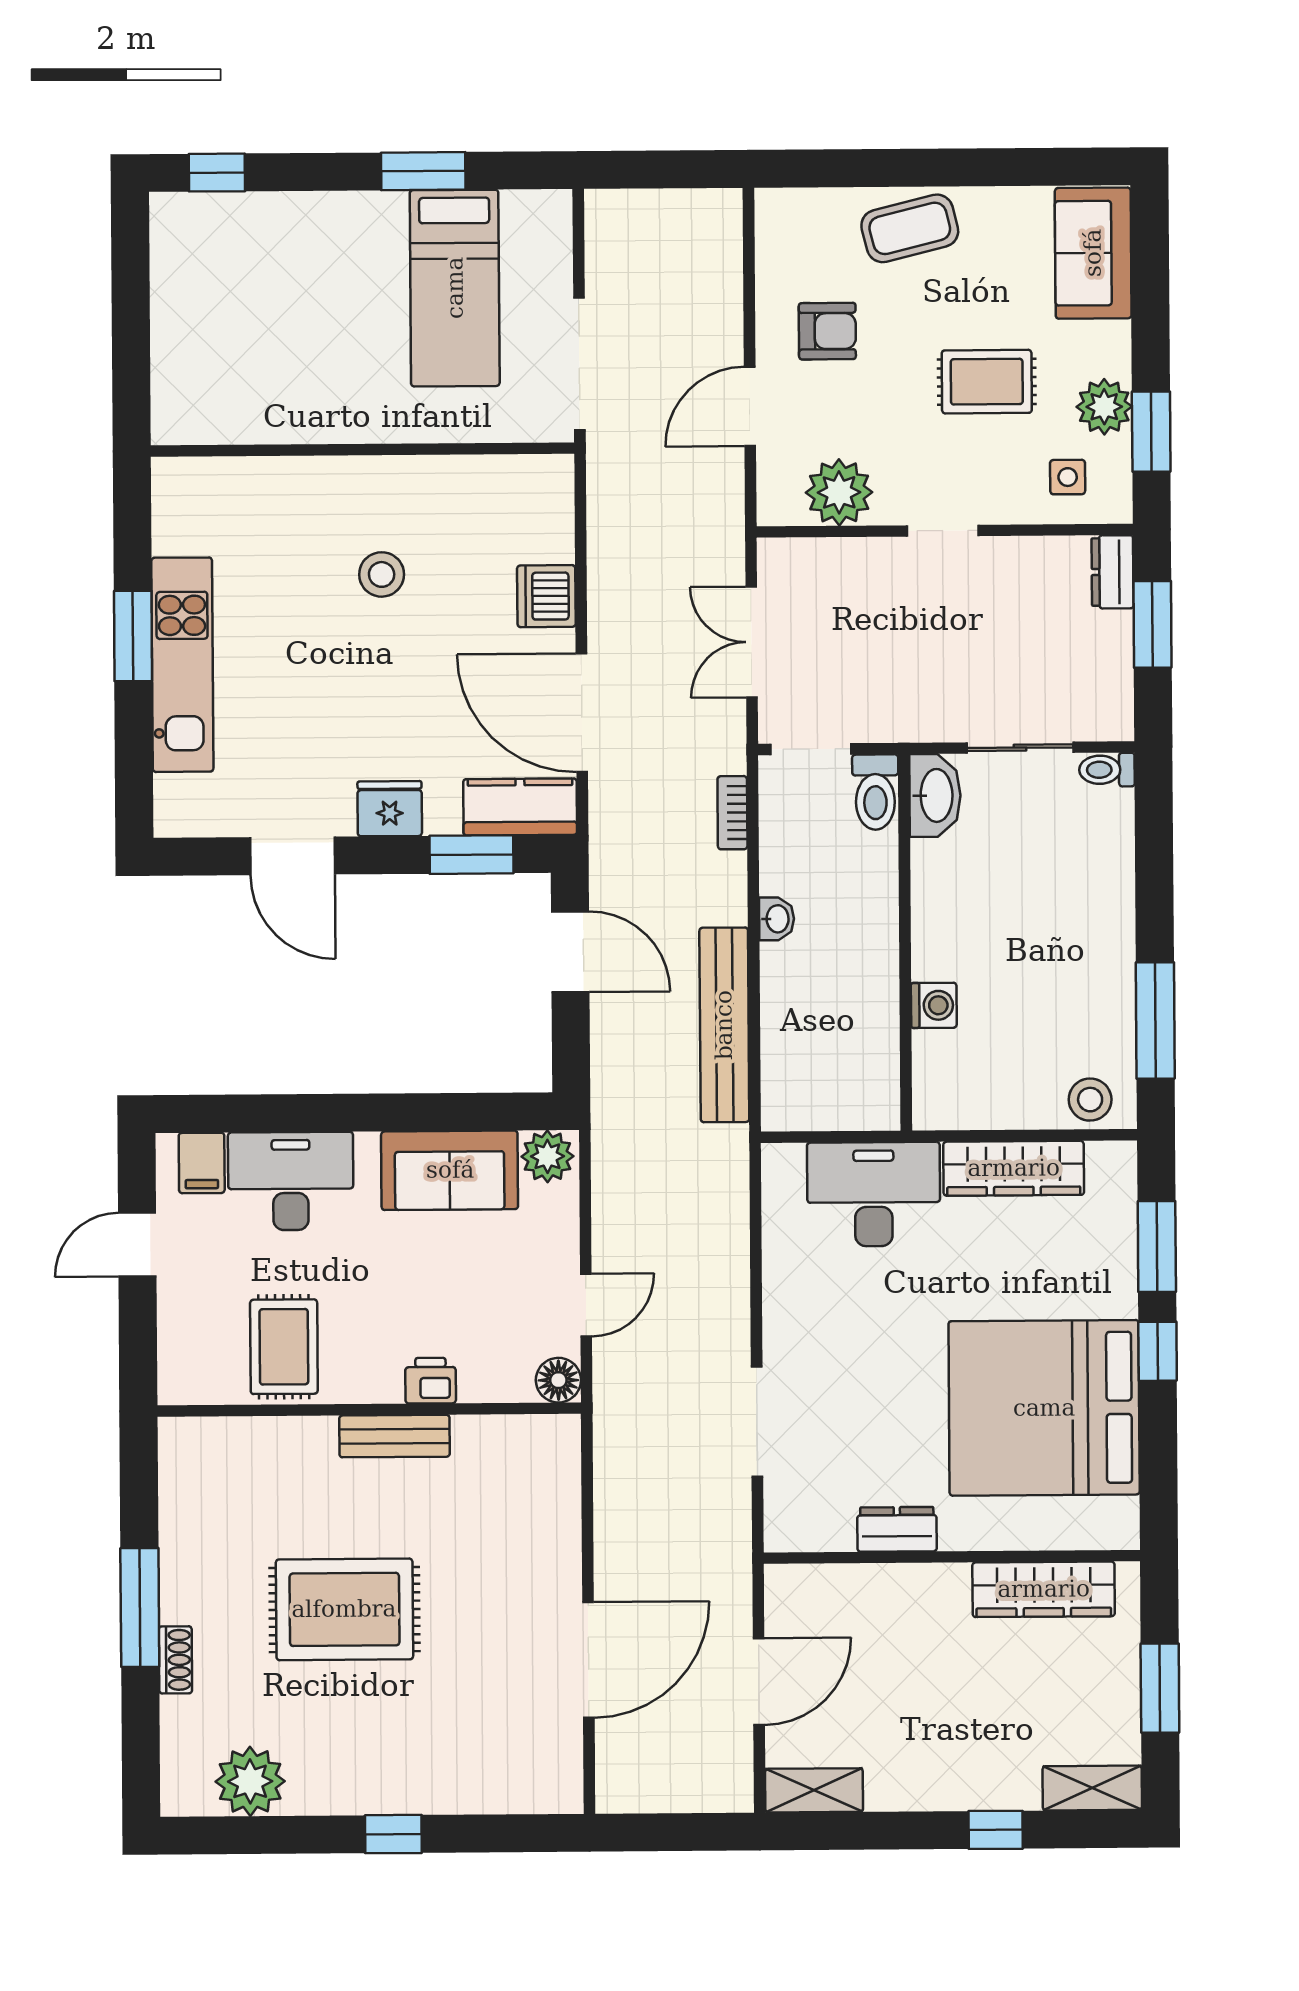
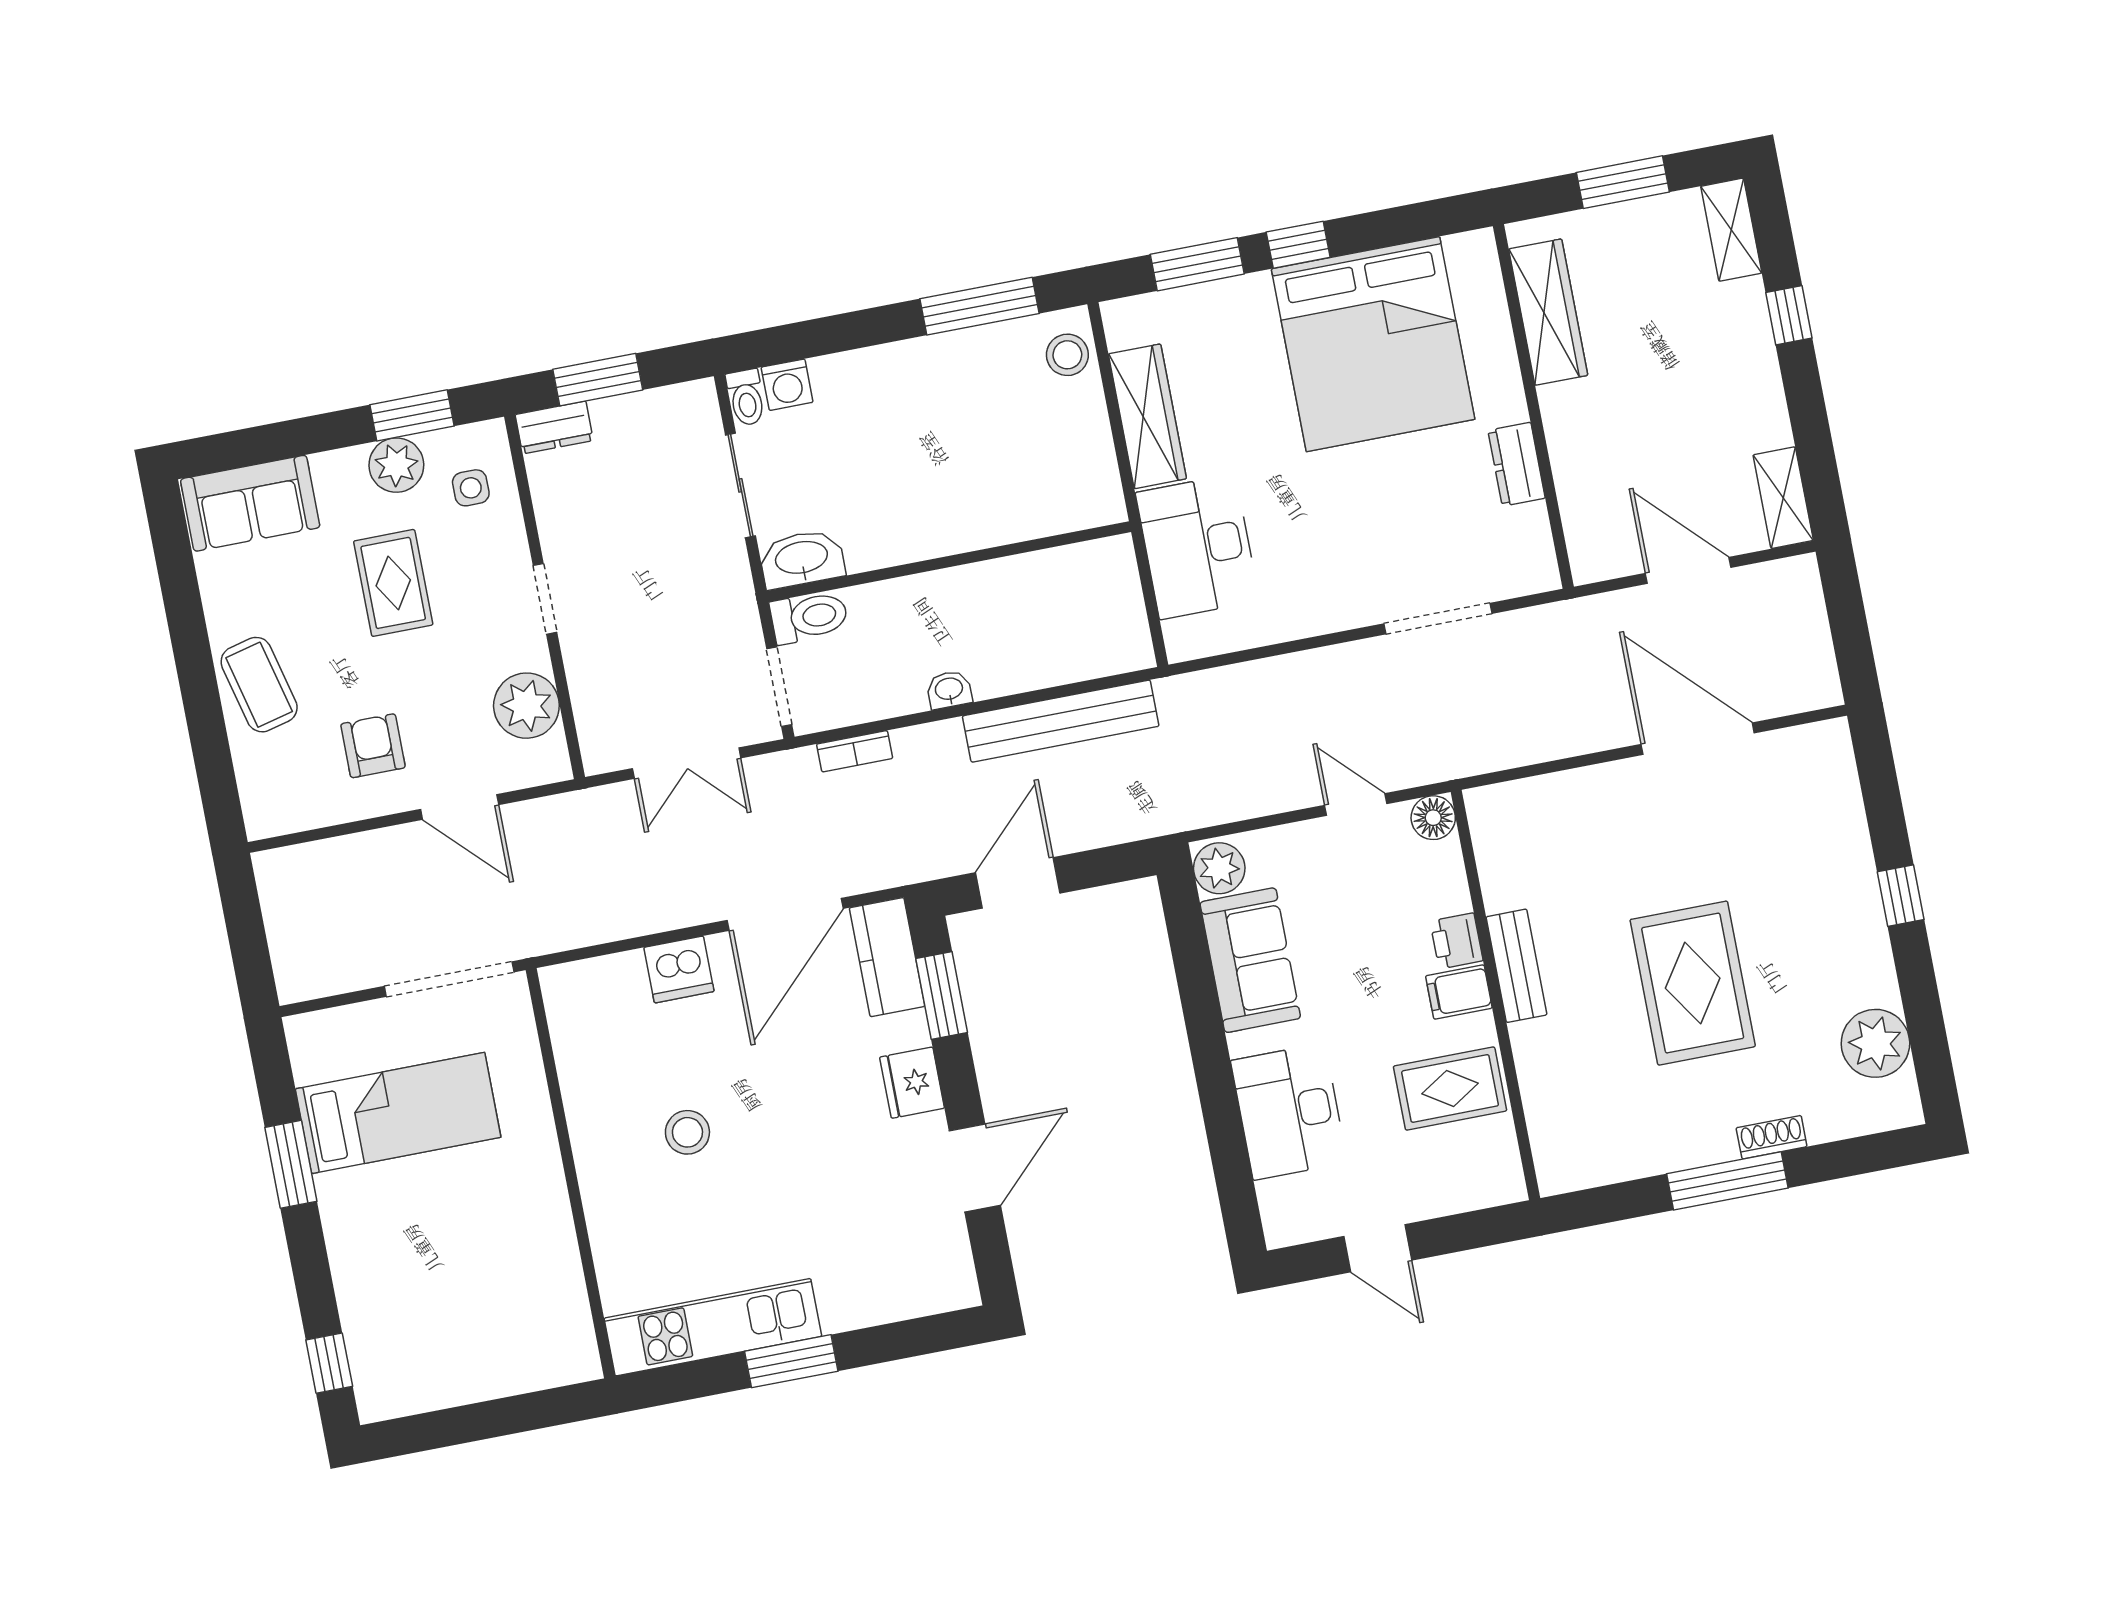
kitchen unit: (182, 665) -> (713, 1327), moved
washing machine: (934, 1005) -> (787, 385), moved, turned 180
filing cabinet: (202, 1163) -> (1459, 992), moved, turned 180

